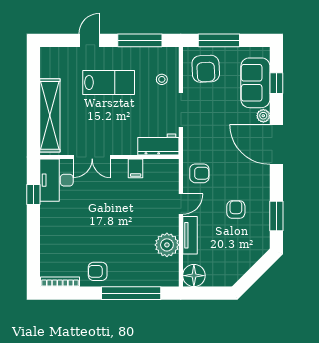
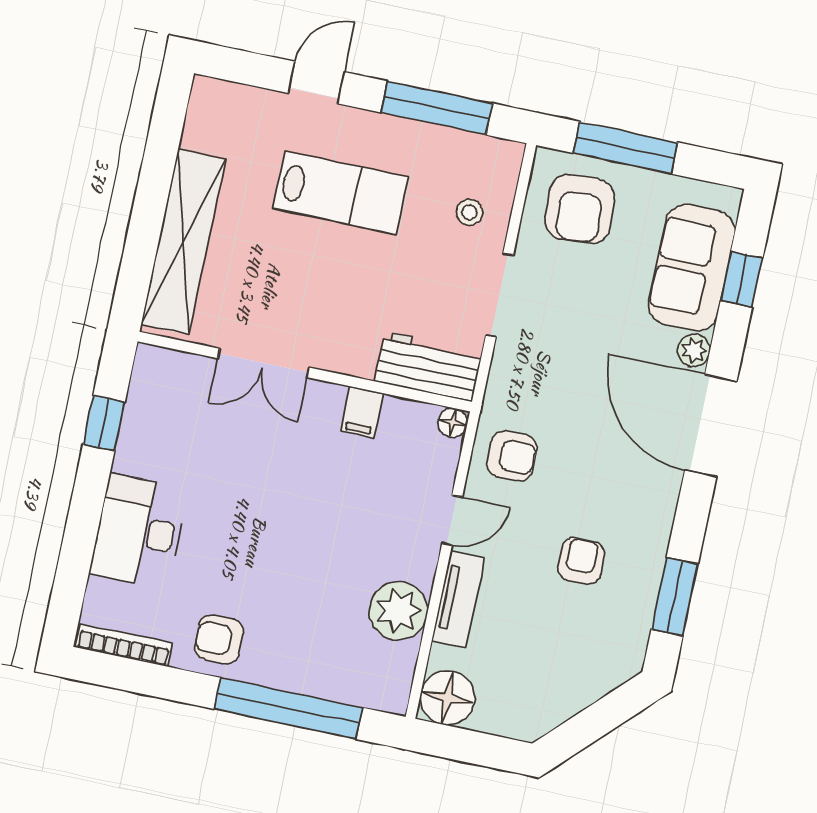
floor lamp: (173, 165) -> (453, 423), added
desk: (56, 180) -> (139, 531), moved

